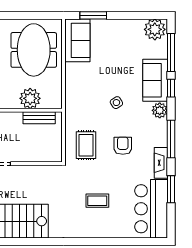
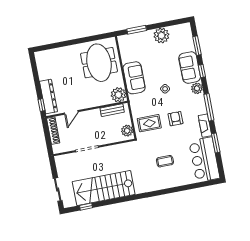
plant: (155, 29) -> (161, 35), moved
sofa: (77, 40) -> (134, 78), moved
window: (171, 52) -> (197, 46), width x0.69
plant: (30, 98) -> (118, 95), moved
rug: (86, 145) -> (149, 123), turned 90
plant: (54, 149) -> (127, 131), added

